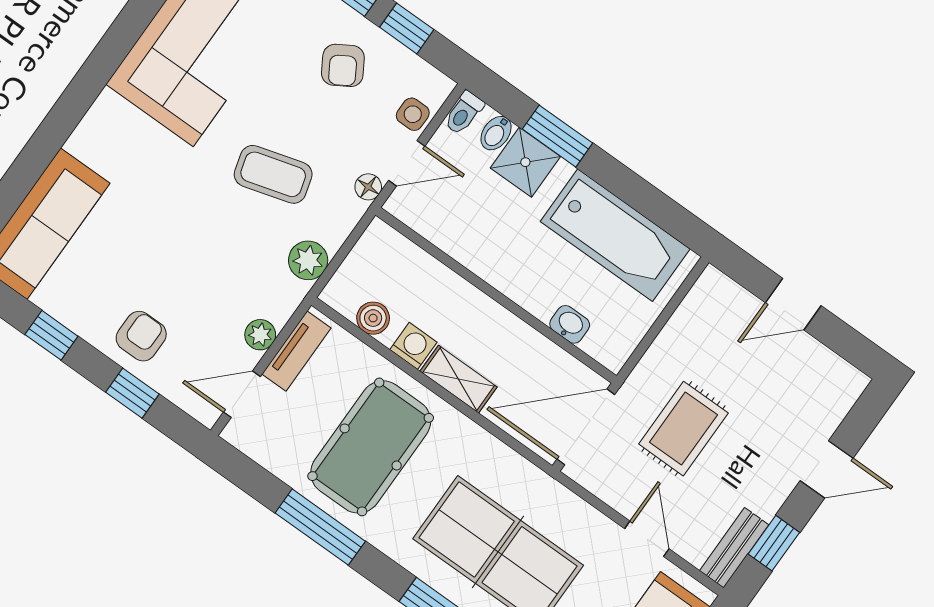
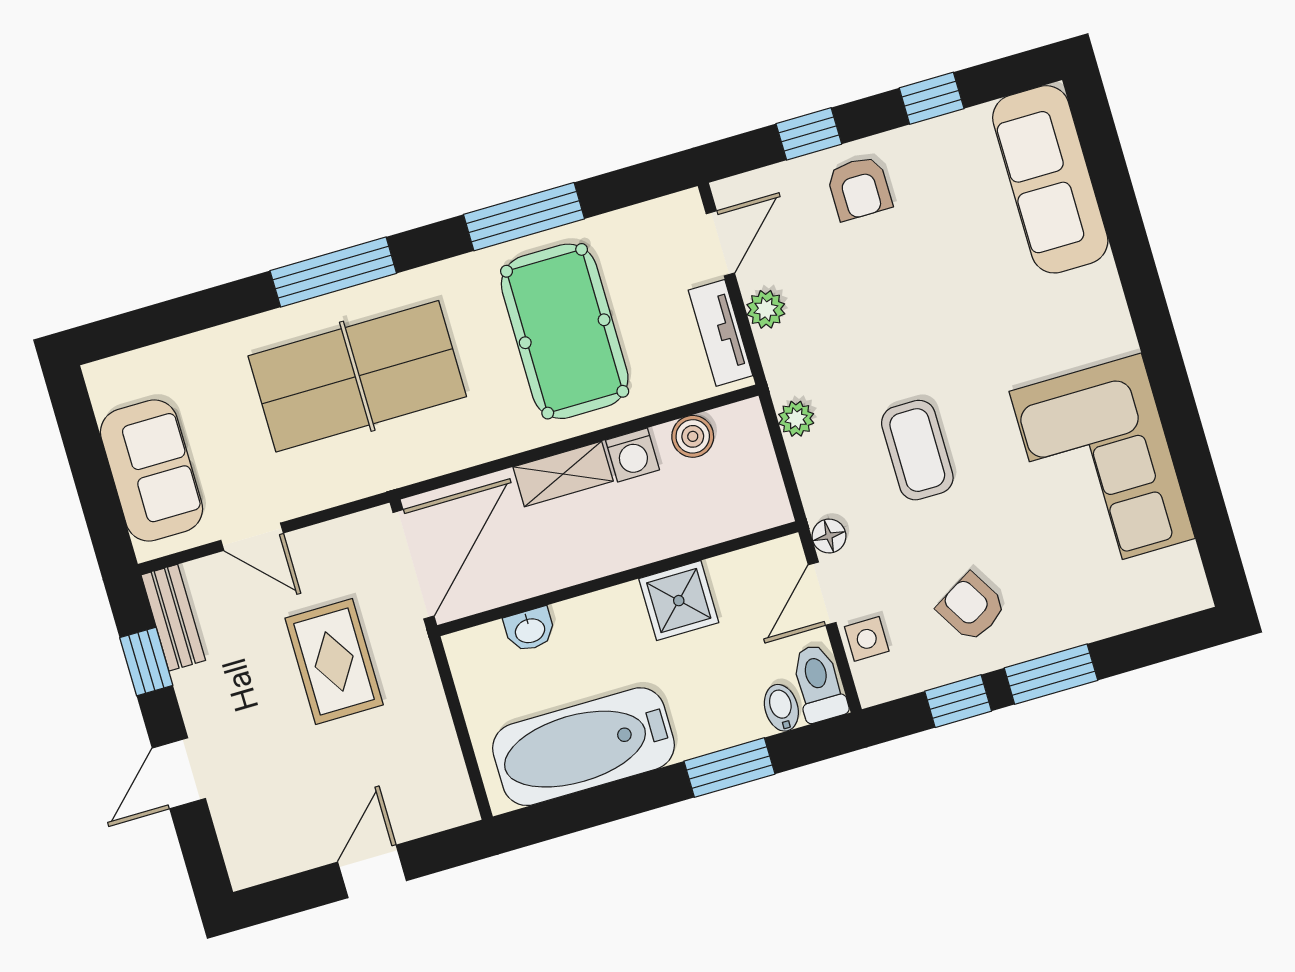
toilet: (464, 113) -> (819, 683), width x1.37, depth x1.39
shower: (525, 162) -> (679, 601), moved
coffee table: (273, 174) -> (917, 450), turned -74
plant: (308, 260) -> (796, 419), width x0.73, depth x0.73

